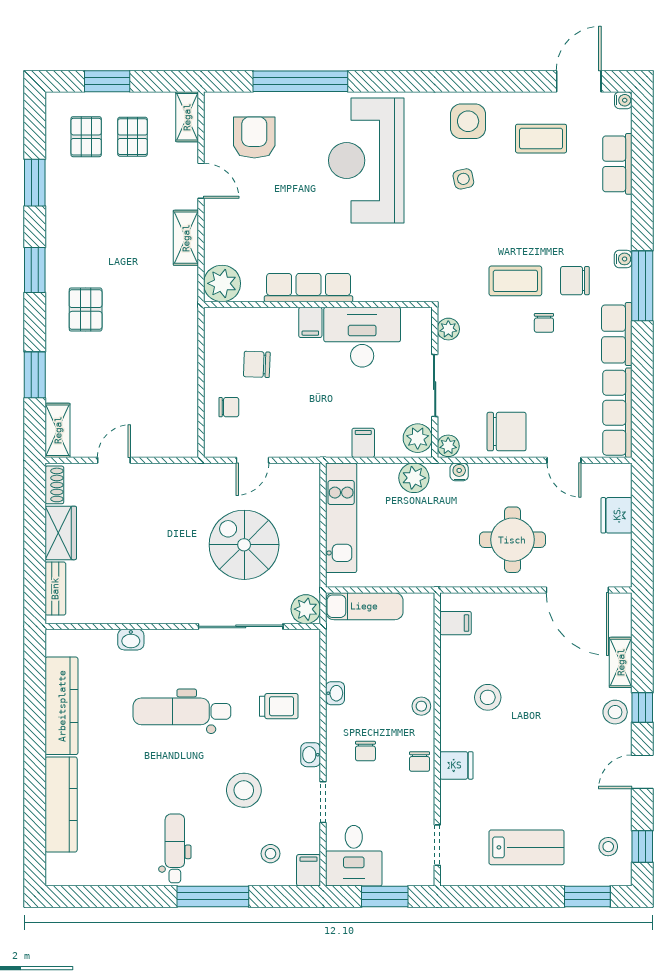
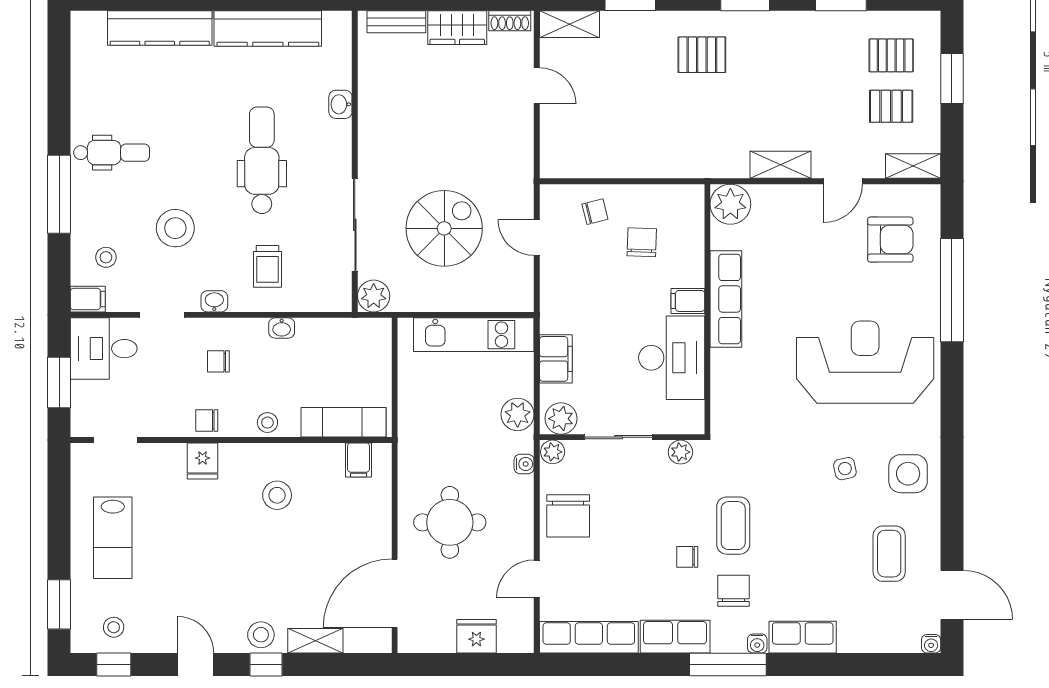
row of seats: (617, 164) -> (803, 637), moved
chair: (229, 407) -> (595, 212), turned -104
filing cabinet: (363, 443) -> (556, 359), width x2.00
exam couch: (364, 606) -> (343, 422), moved, turned 90

